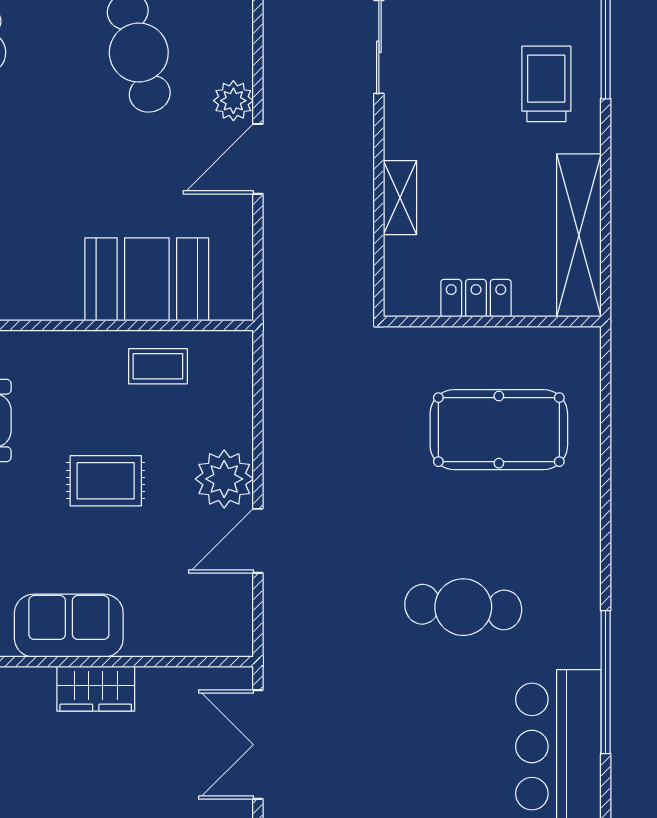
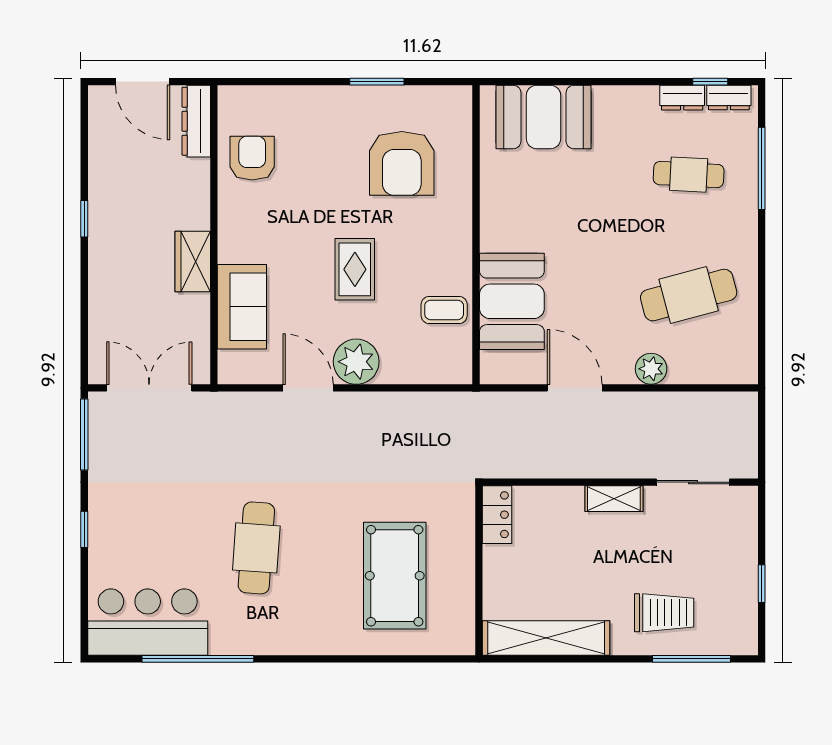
door: (258, 159) -> (575, 388), moved
shelving: (400, 198) -> (614, 499), moved
locker: (476, 298) -> (497, 515), moved
coffee table: (158, 366) -> (444, 310), turned 90
sofa: (69, 626) -> (242, 307), moved

